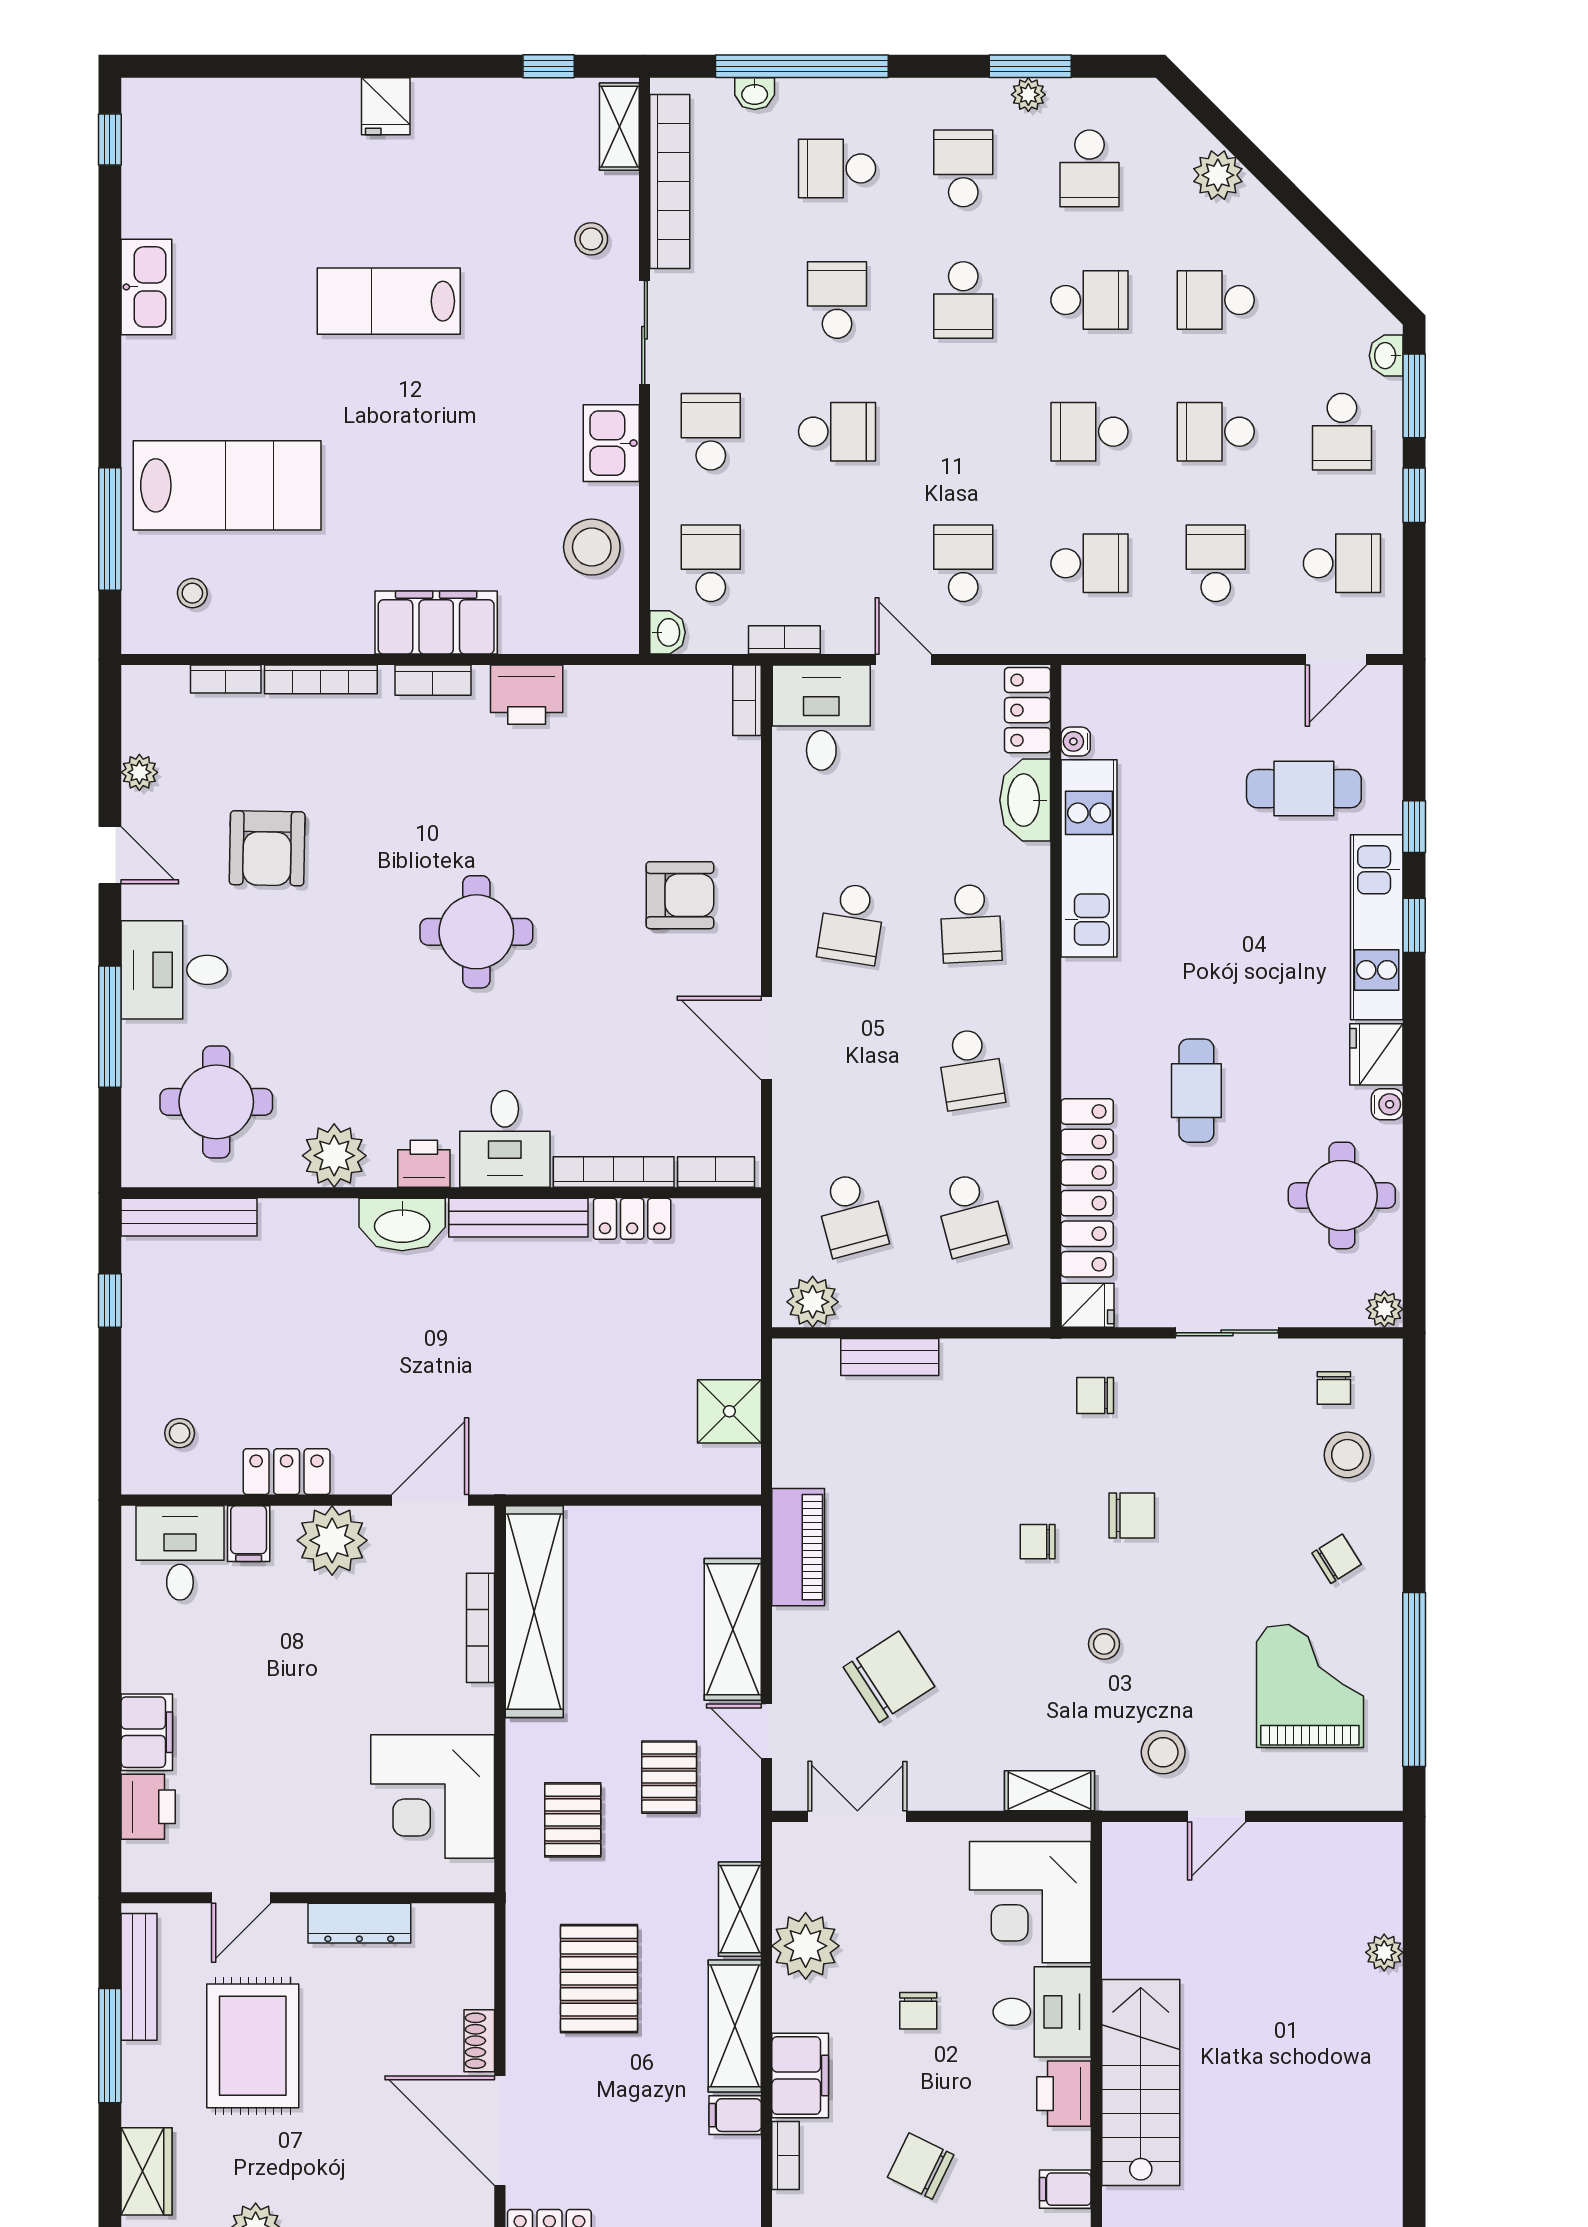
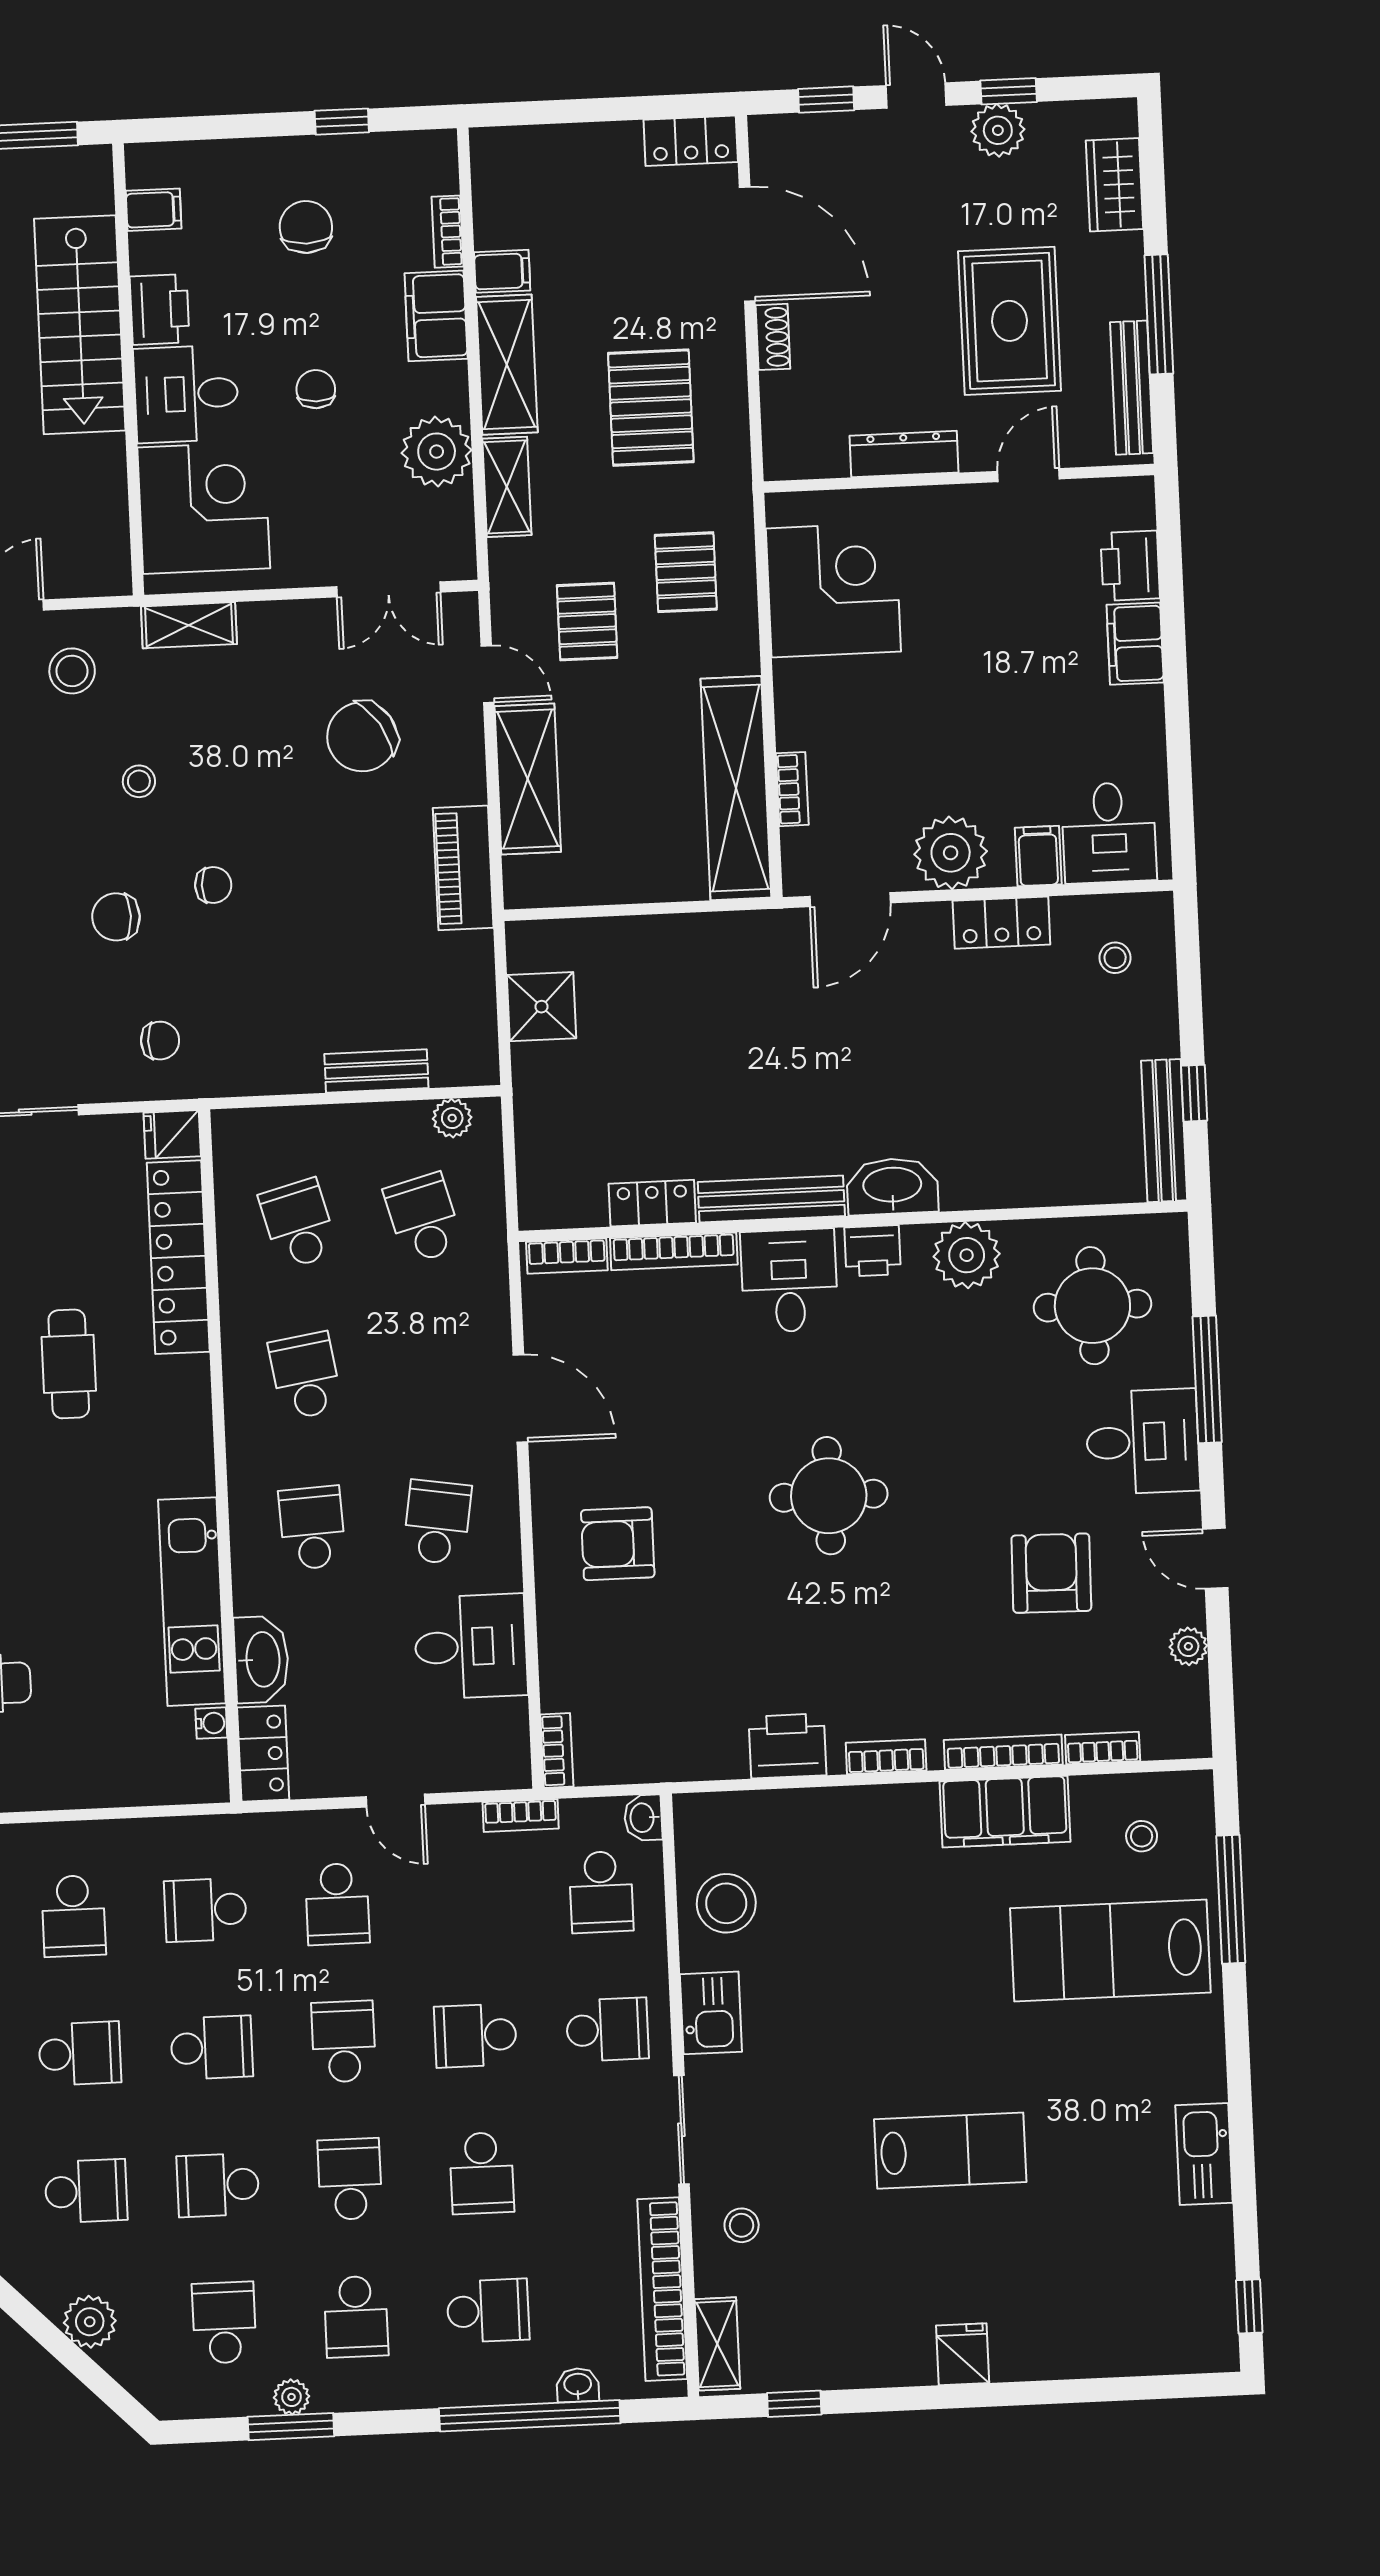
school desk: (711, 432) -> (607, 2030), turned -90
school desk: (963, 432) -> (344, 2042), added
filing cabinet: (436, 623) -> (1005, 1812), moved
desk: (821, 718) -> (471, 1646), moved, turned -90
bench: (189, 1217) -> (1164, 1131), moved, turned 90
plant: (813, 1302) -> (452, 1118), width x0.73, depth x0.73
bookcase: (481, 1628) -> (792, 789), width x0.64
chair: (921, 2166) -> (306, 227), turned -116

